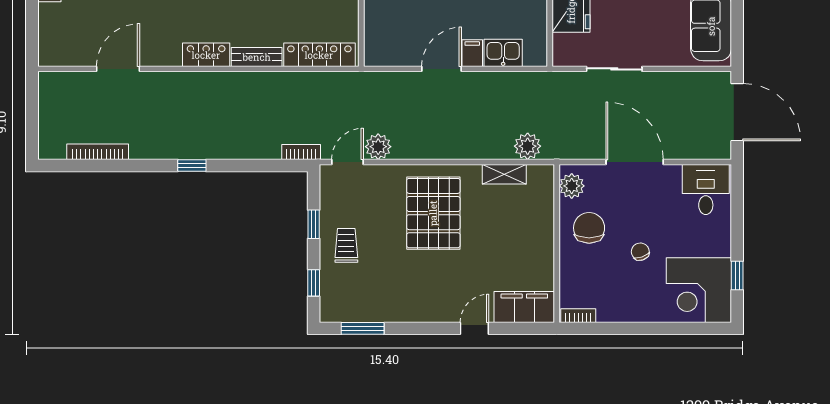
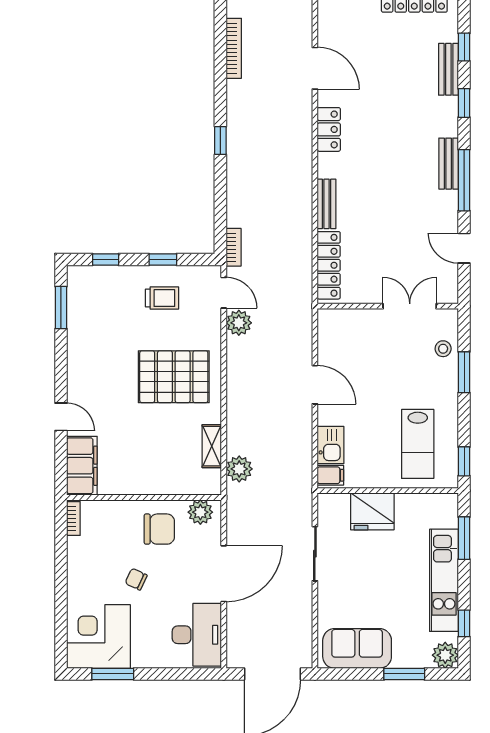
filing cabinet: (472, 53) -> (330, 475), moved
locker: (206, 55) -> (329, 129), moved
desk: (706, 189) -> (197, 635), width x1.37
trolley: (346, 245) -> (162, 298), moved
chair: (640, 252) -> (136, 579), turned -136
window: (737, 275) -> (113, 674), width x1.50

